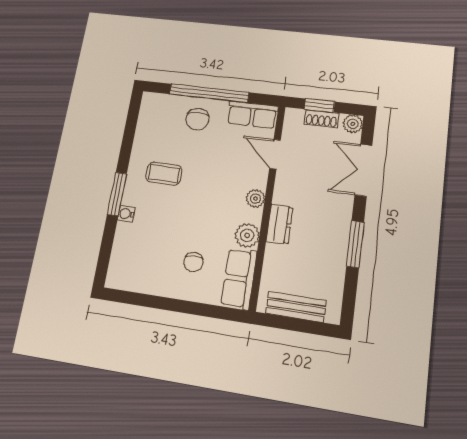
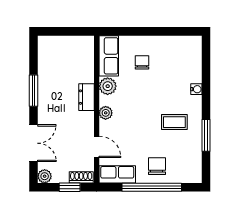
shoe rack: (321, 119) -> (81, 177), moved
window: (117, 194) -> (206, 135), moved
bench: (296, 307) -> (68, 43), removed

